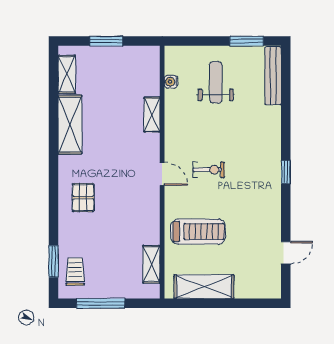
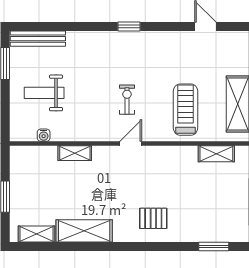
trolley: (75, 272) -> (223, 226), removed

